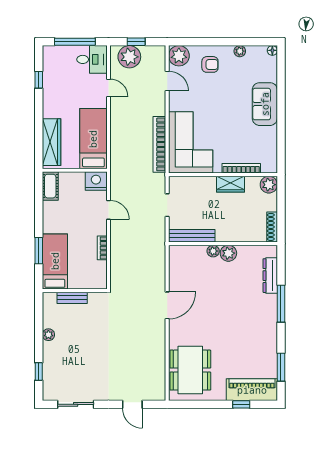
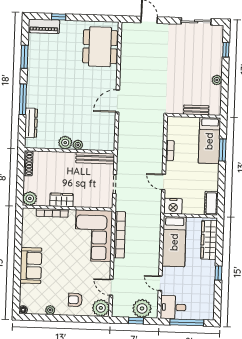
window: (39, 80) -> (218, 273), moved
window: (281, 367) -> (24, 57), moved
piano: (252, 390) -> (44, 26), width x0.73, depth x0.75

